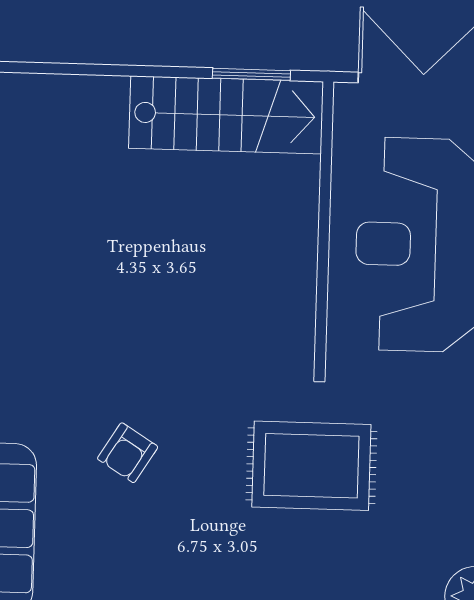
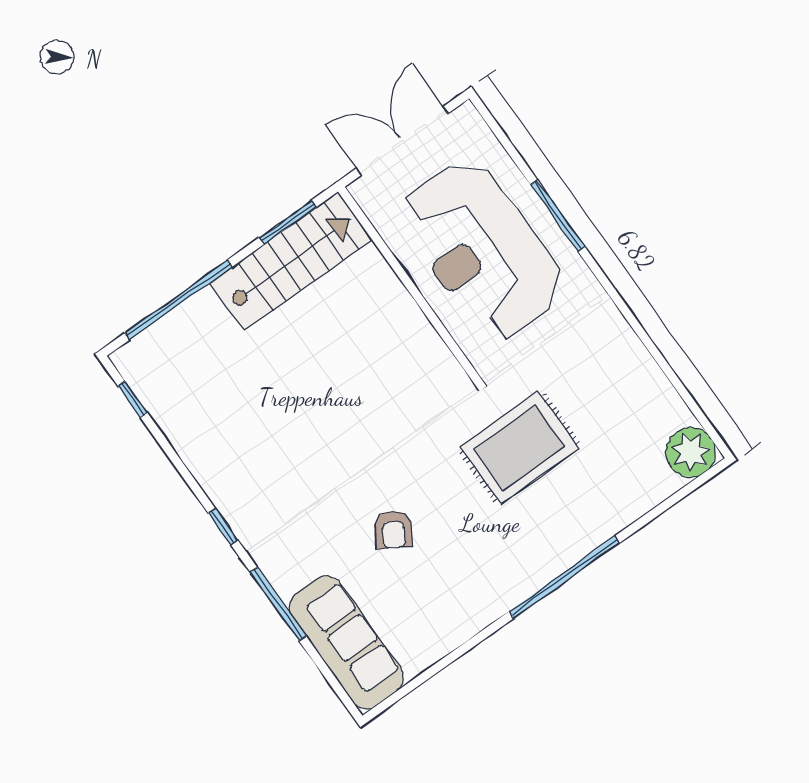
window: (87, 69) -> (178, 300), added

